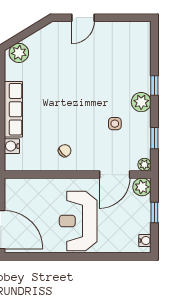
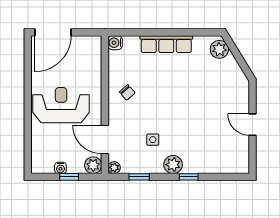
door: (83, 18) -> (252, 125), moved
water cooler: (12, 146) -> (115, 43), moved, turned -90
water cooler: (145, 241) -> (60, 168), moved

